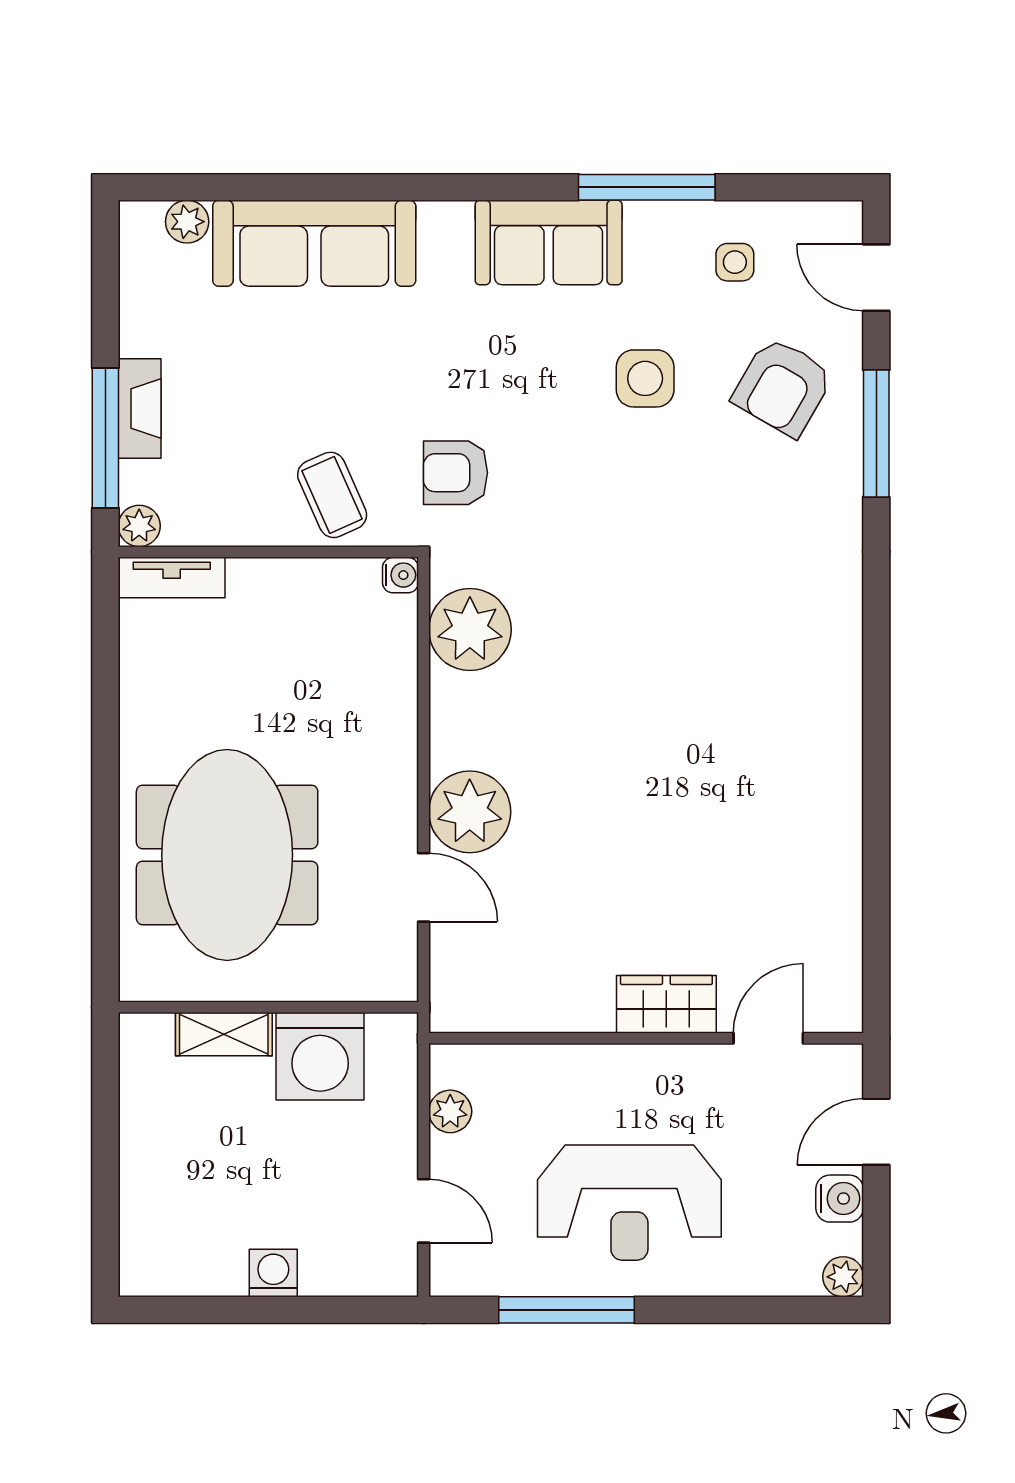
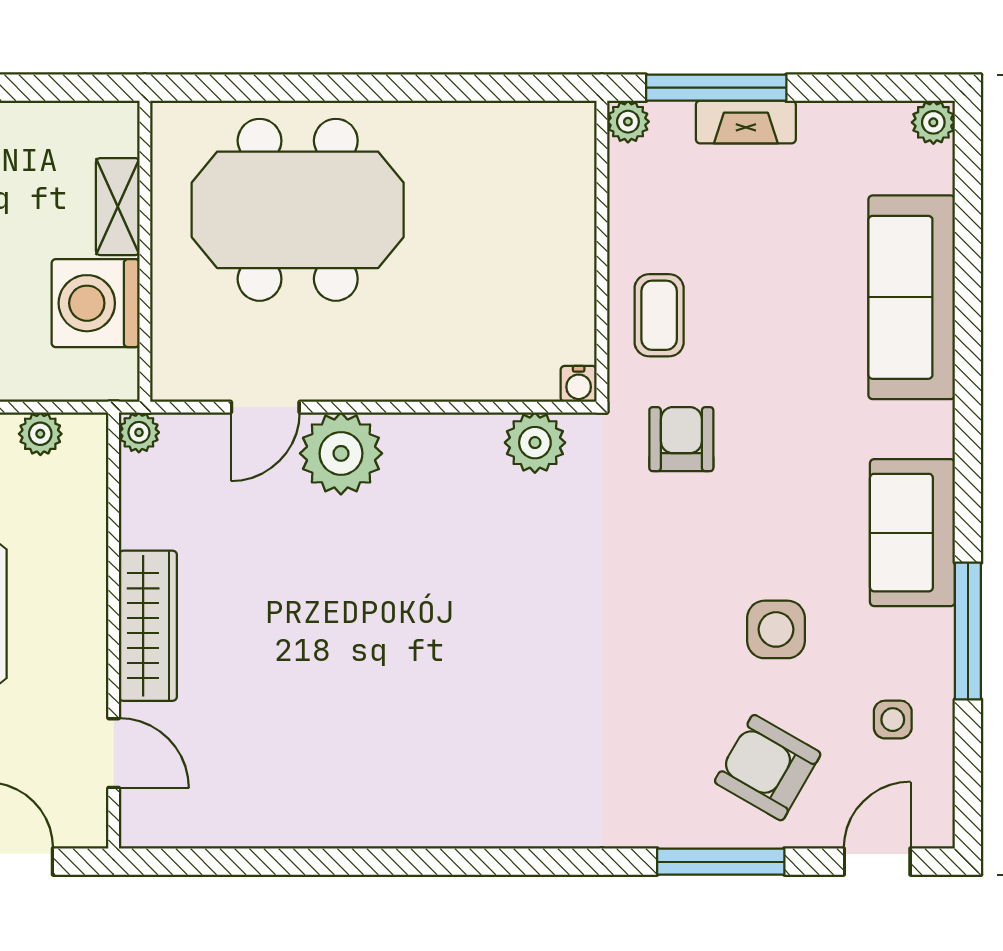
plant: (187, 222) -> (933, 122), moved
coffee table: (332, 495) -> (659, 315), turned -66
tv unit: (172, 577) -> (576, 154), removed
plant: (470, 630) -> (535, 443), width x0.73, depth x0.73
wardrobe: (666, 1004) -> (148, 626), width x1.50
plant: (449, 1013) -> (139, 432), added

